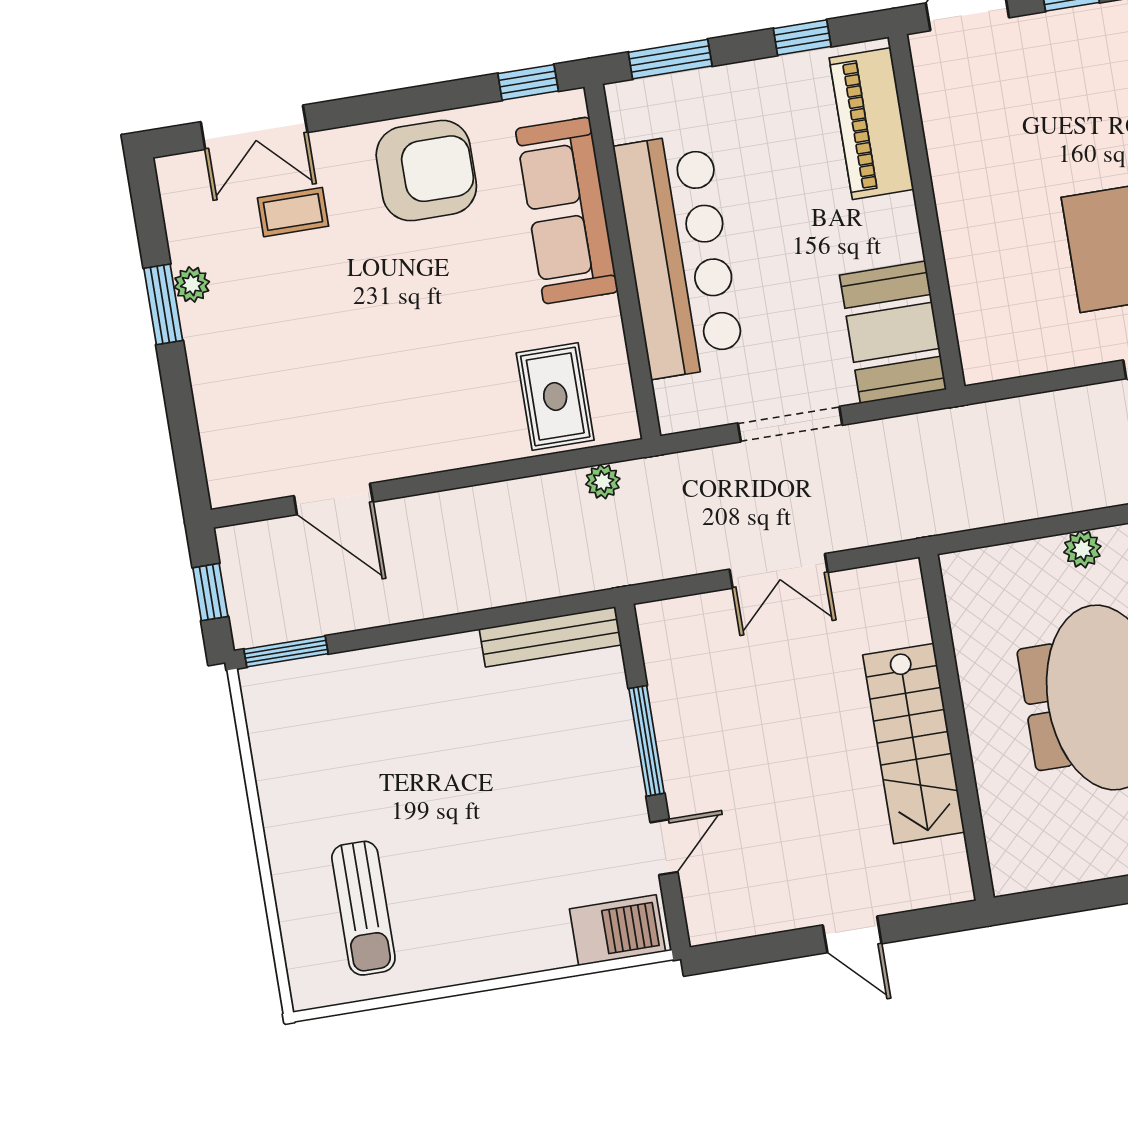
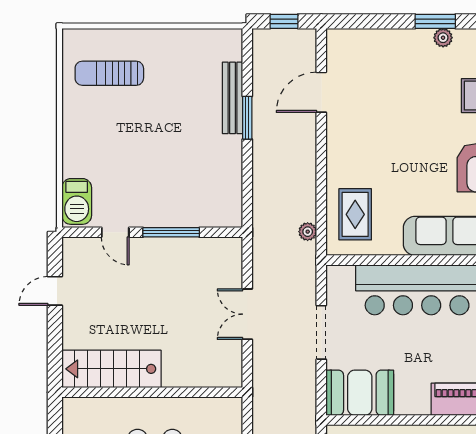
rug: (555, 397) -> (355, 214), turned 90
bench: (551, 637) -> (233, 98), moved
window: (286, 652) -> (247, 118), moved
stairs: (914, 744) -> (111, 369), moved
door: (852, 934) -> (55, 291), moved

